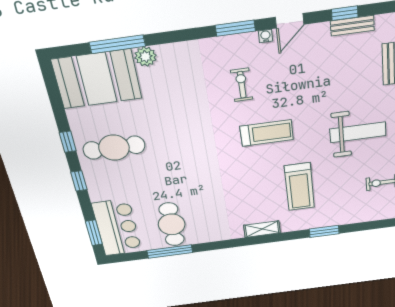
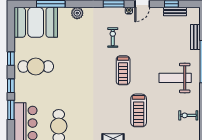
plant: (145, 57) -> (77, 13), moved
weight bench: (358, 132) -> (175, 78), turned 180
treadmill: (267, 133) -> (123, 70), turned 90
window: (94, 233) -> (11, 110), moved

